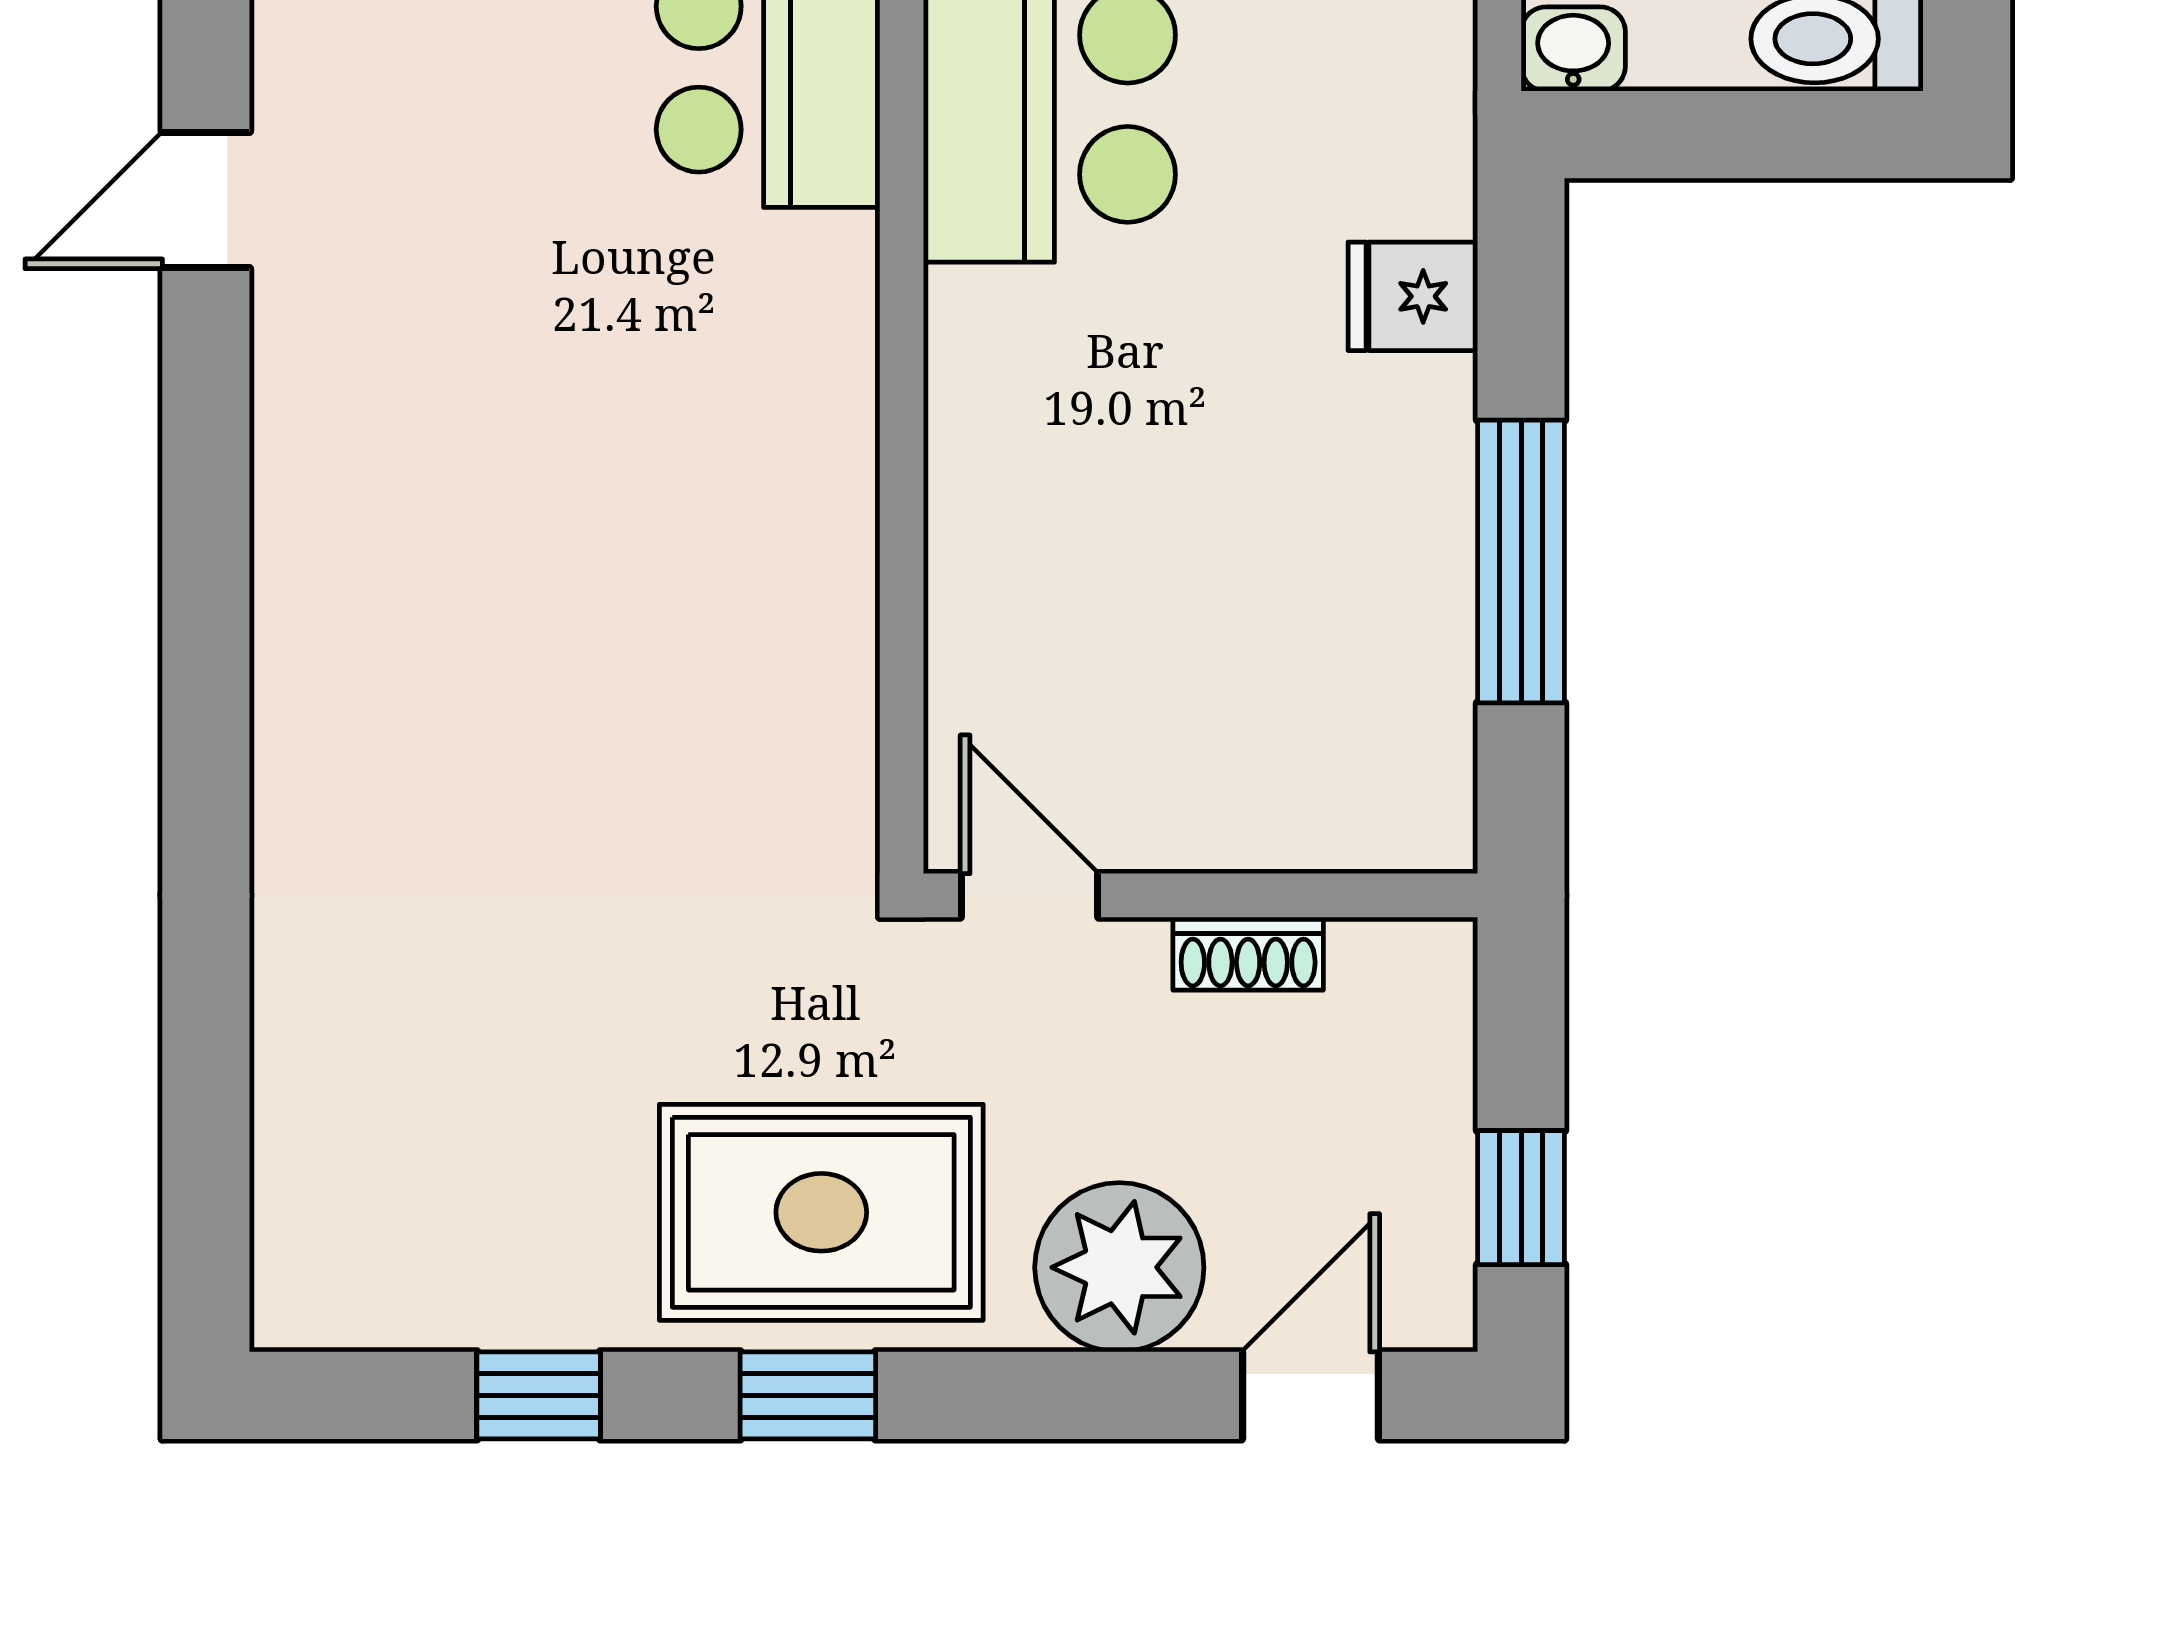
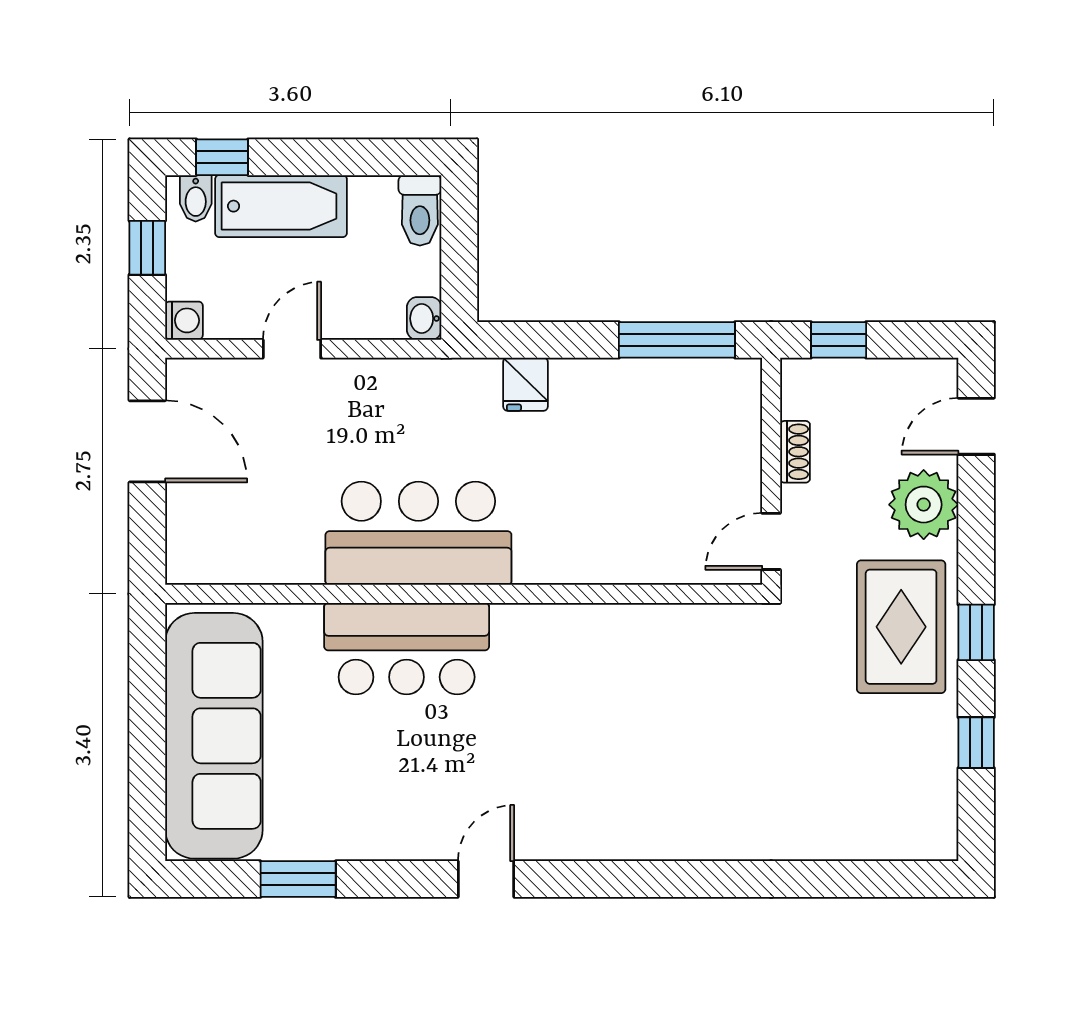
door: (206, 200) -> (486, 879), swing flipped
window: (1521, 562) -> (677, 340), moved
window: (1521, 1198) -> (839, 340), moved
door: (1310, 1395) -> (976, 426), hinge flipped

